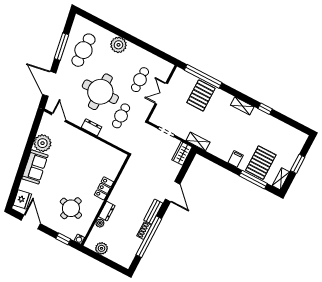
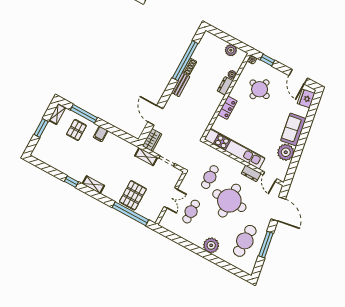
dresser: (91, 127) -> (251, 174), moved
shelving: (198, 141) -> (146, 157), moved
kitchen unit: (96, 146) -> (235, 149), added
pallet: (261, 163) -> (76, 130), width x0.67, depth x0.71
door: (173, 192) -> (155, 115), moved

